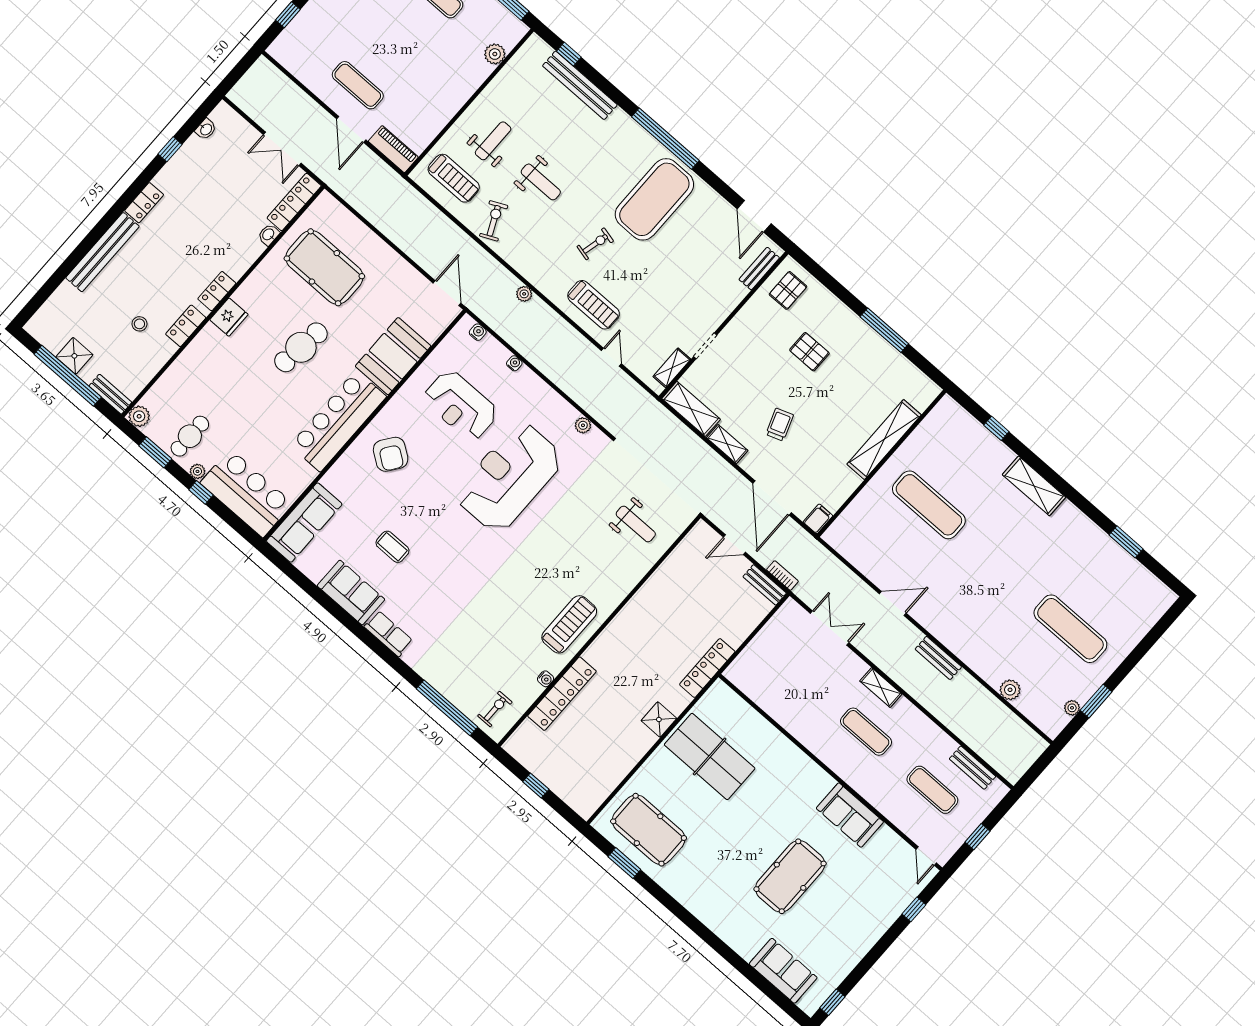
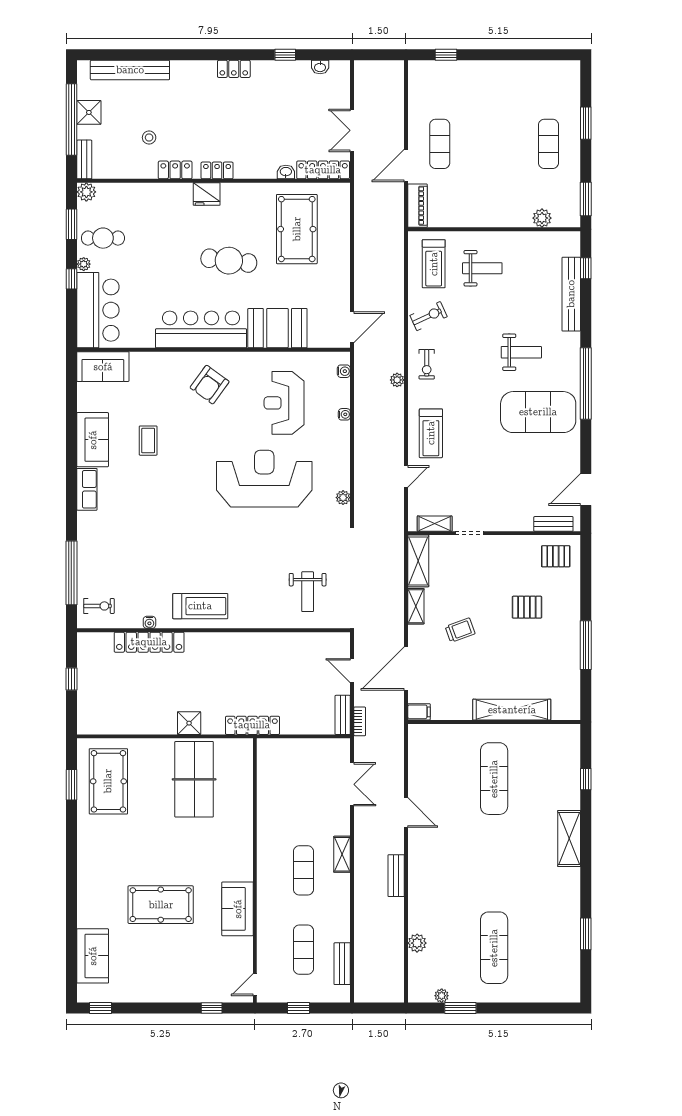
weight bench: (541, 182) -> (521, 352), moved, turned -90
exercise bike: (595, 244) -> (427, 364), moved, turned 76
bench: (103, 252) -> (130, 70), moved
pallet: (809, 352) -> (527, 607), turned 90
sofa: (304, 523) -> (103, 367), width x0.73

